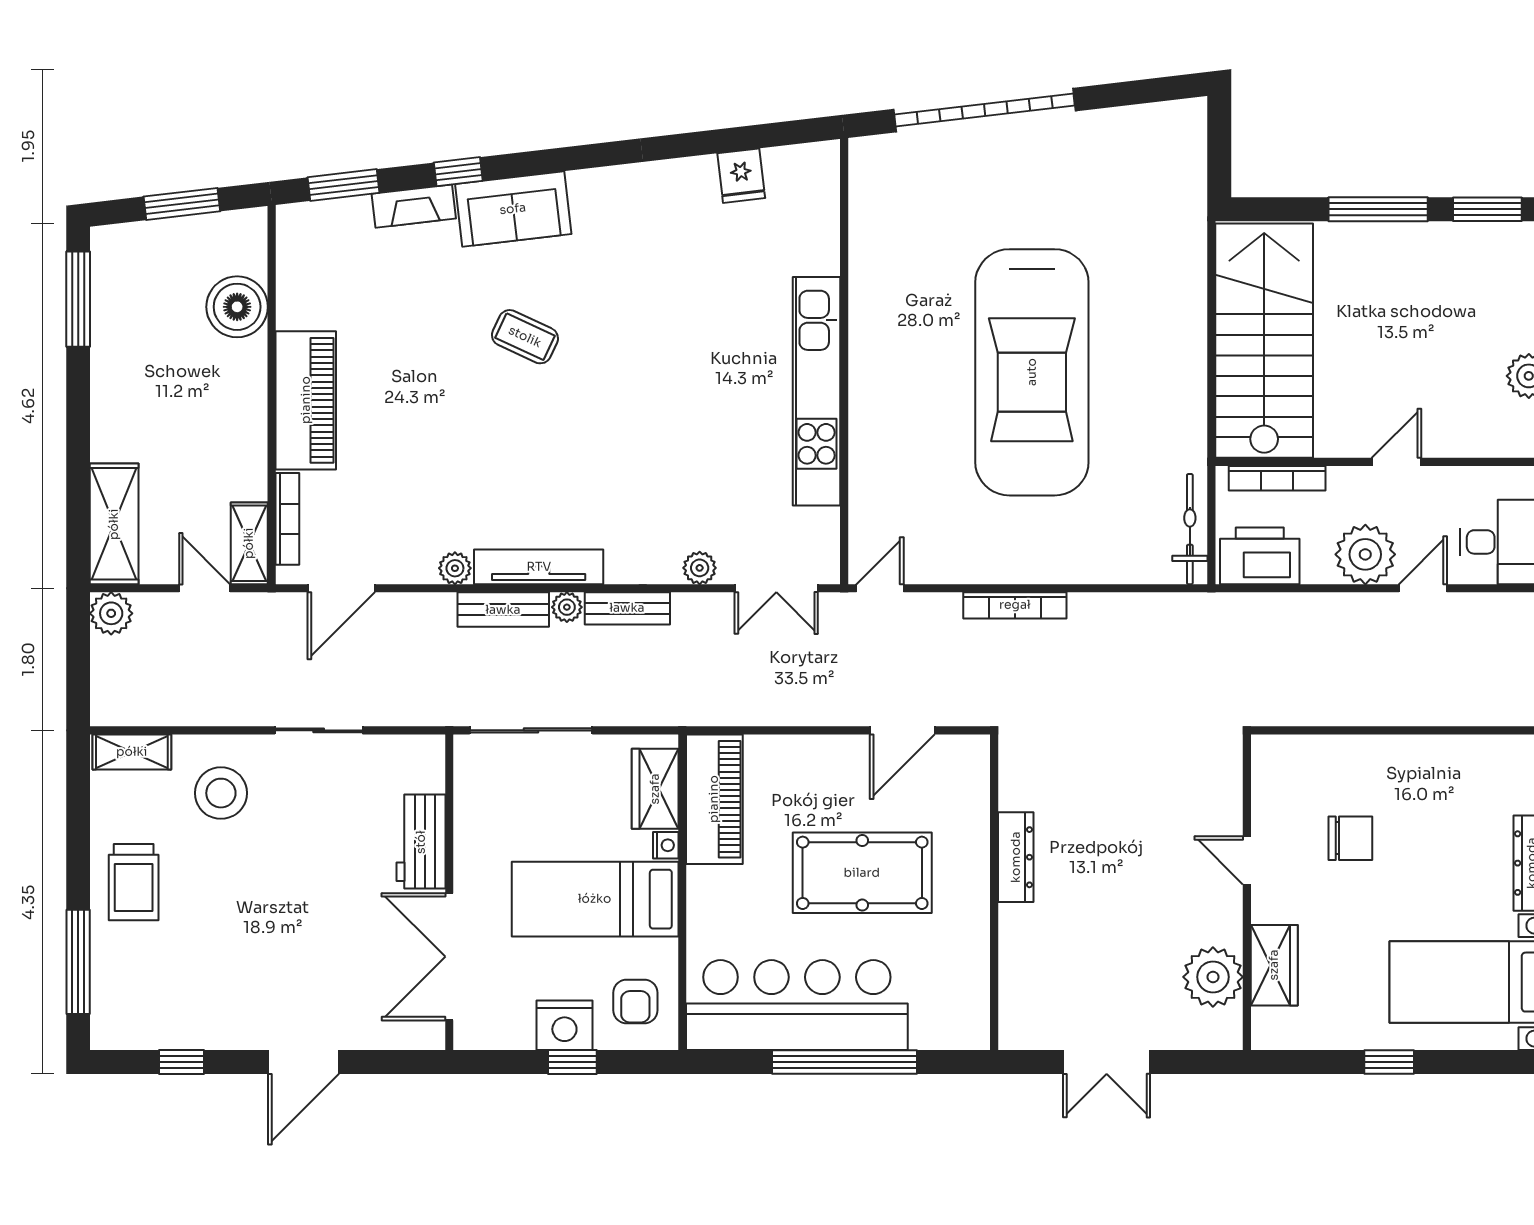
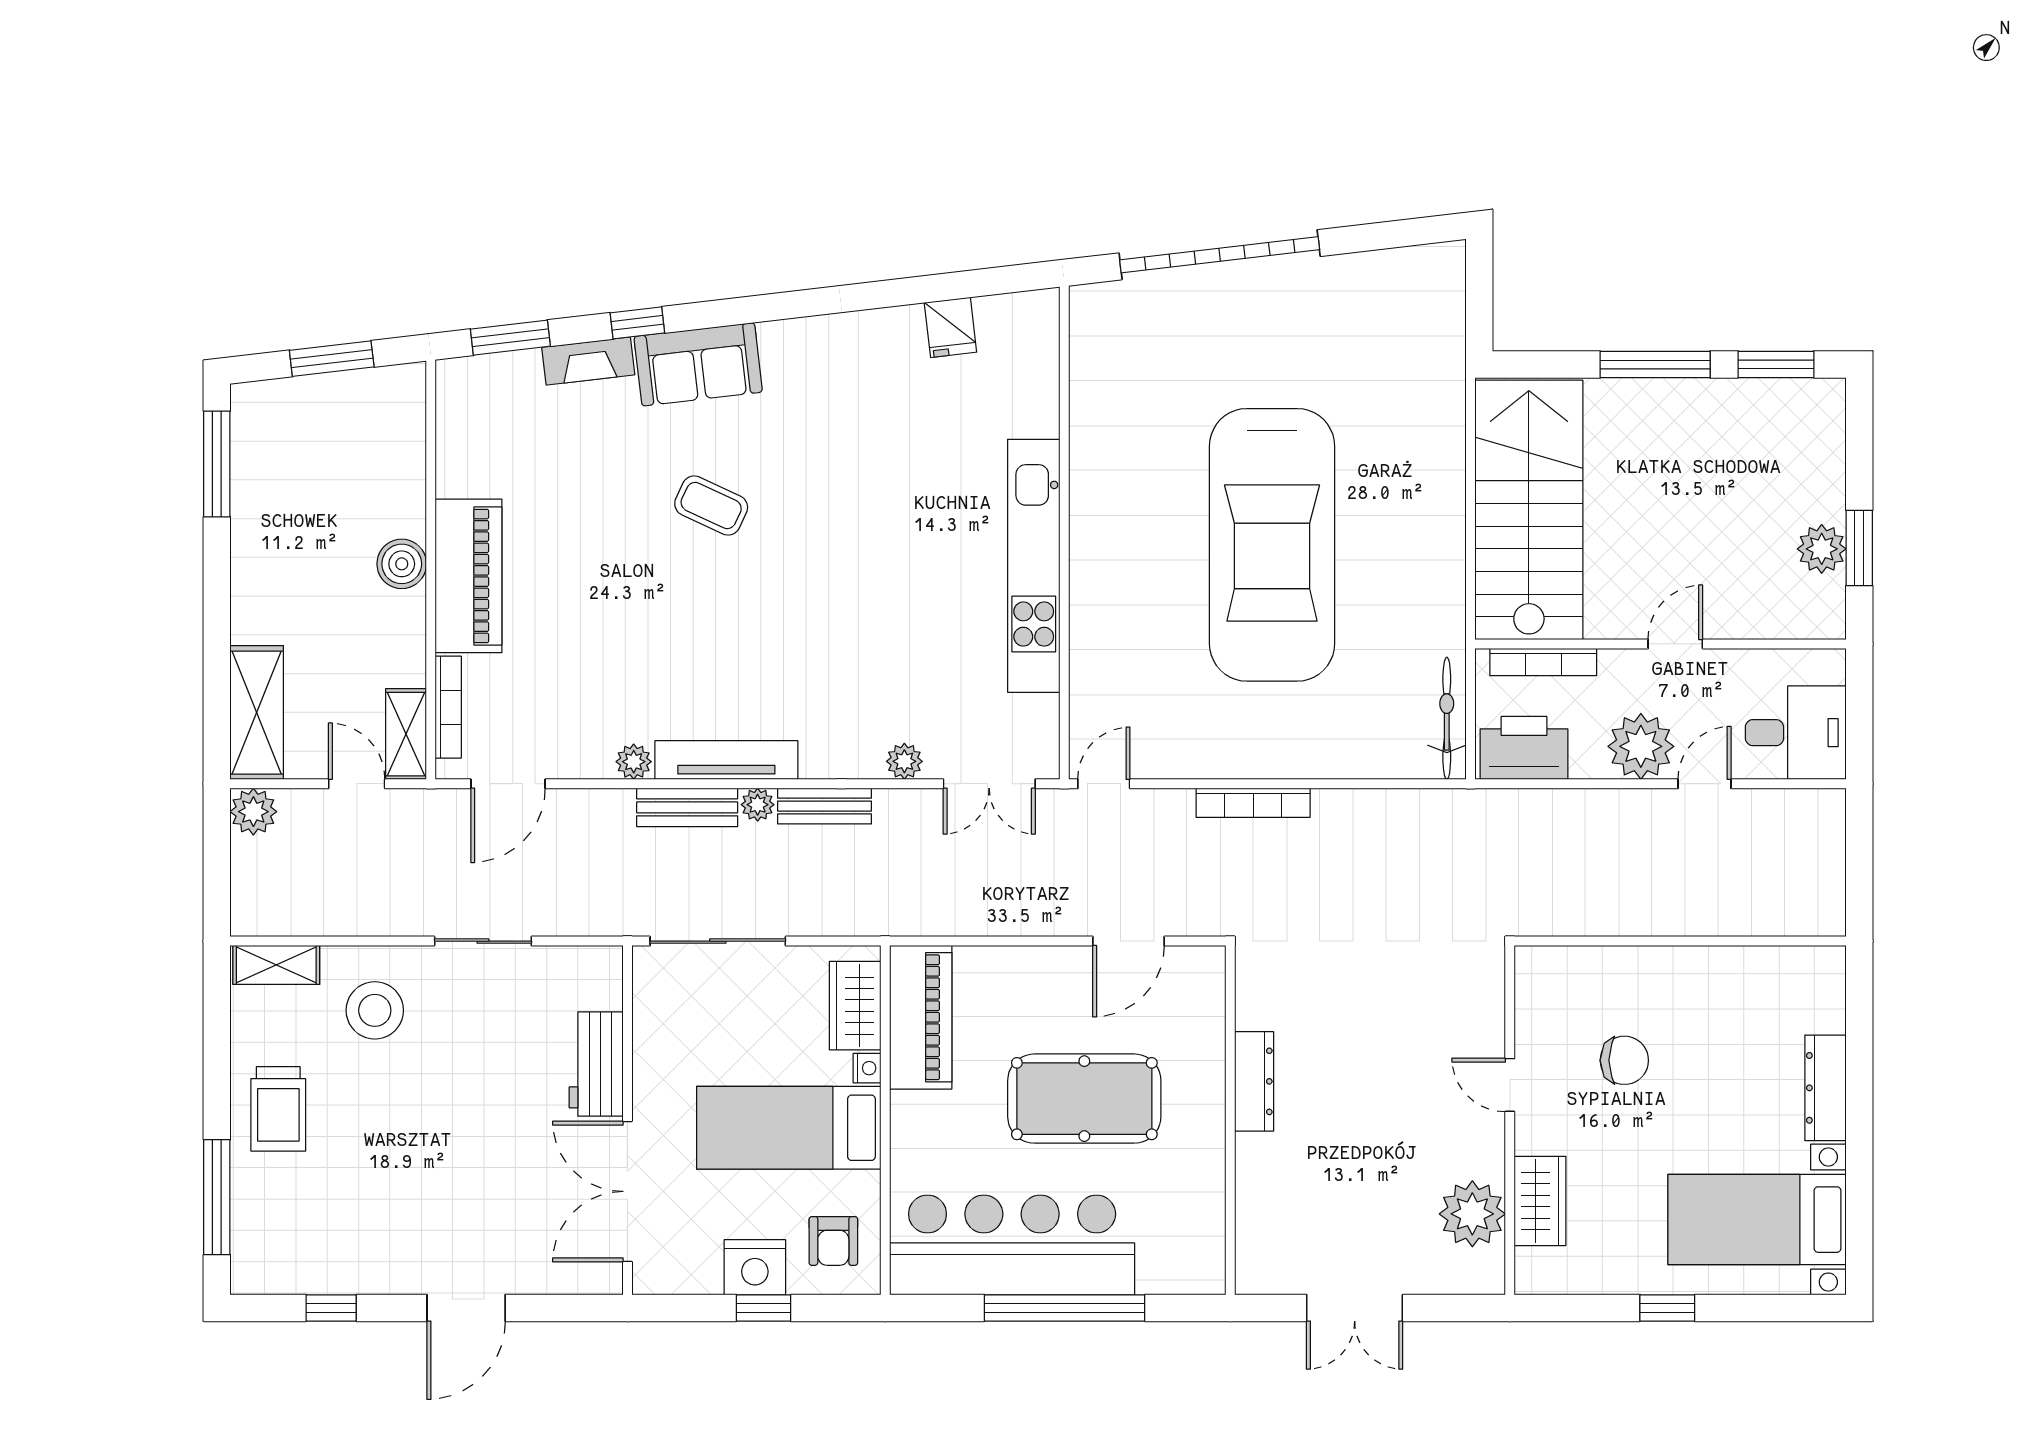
boiler: (237, 307) -> (402, 564), moved, width x0.73, depth x0.73

